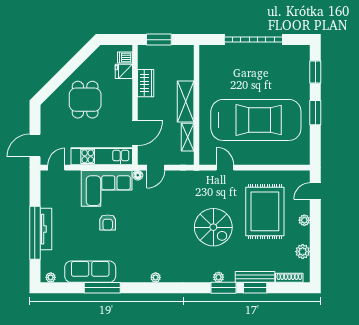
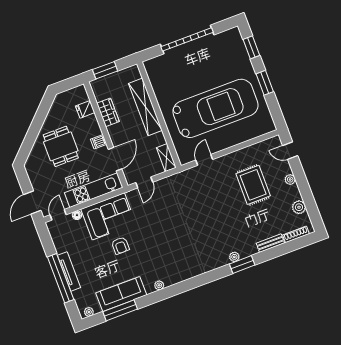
dishwasher: (125, 57) -> (99, 142), moved
shelving: (186, 101) -> (145, 107), width x1.47
shelving: (188, 137) -> (166, 158), moved
door: (225, 168) -> (204, 160), hinge flipped
floor lamp: (138, 175) -> (77, 215), moved
door: (315, 191) -> (290, 151), hinge flipped
rug: (265, 211) -> (253, 185), width x0.73, depth x0.69
spiral stairs: (213, 227) -> (214, 215), removed
plant: (156, 277) -> (159, 285), moved
bench: (255, 277) -> (270, 243), width x0.73
window: (102, 288) -> (120, 310), moved
window: (255, 288) -> (270, 254), removed

